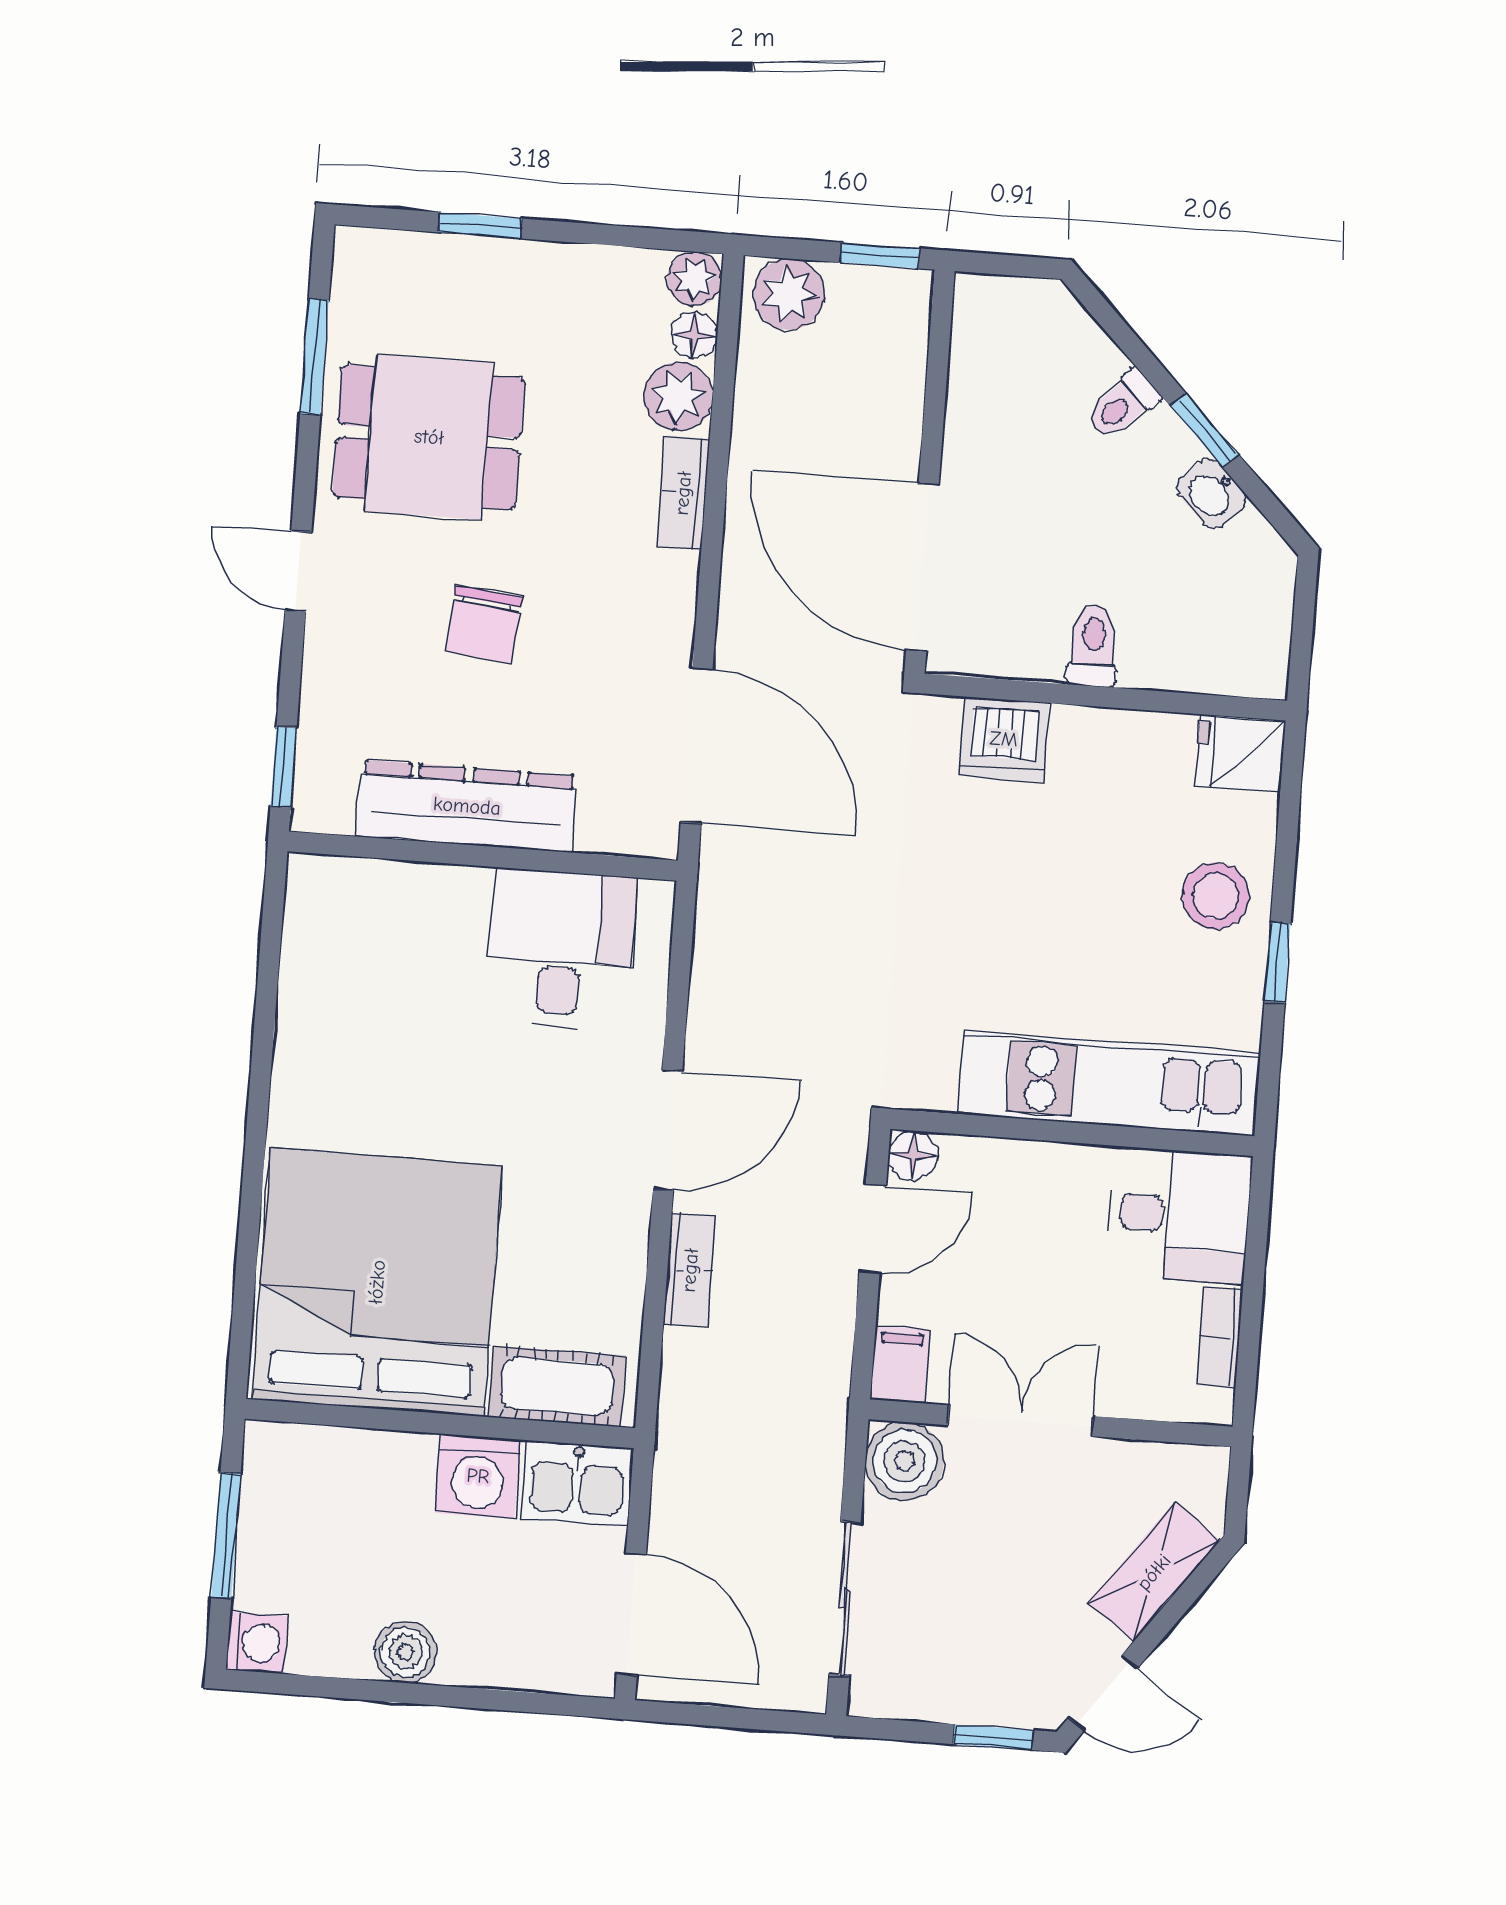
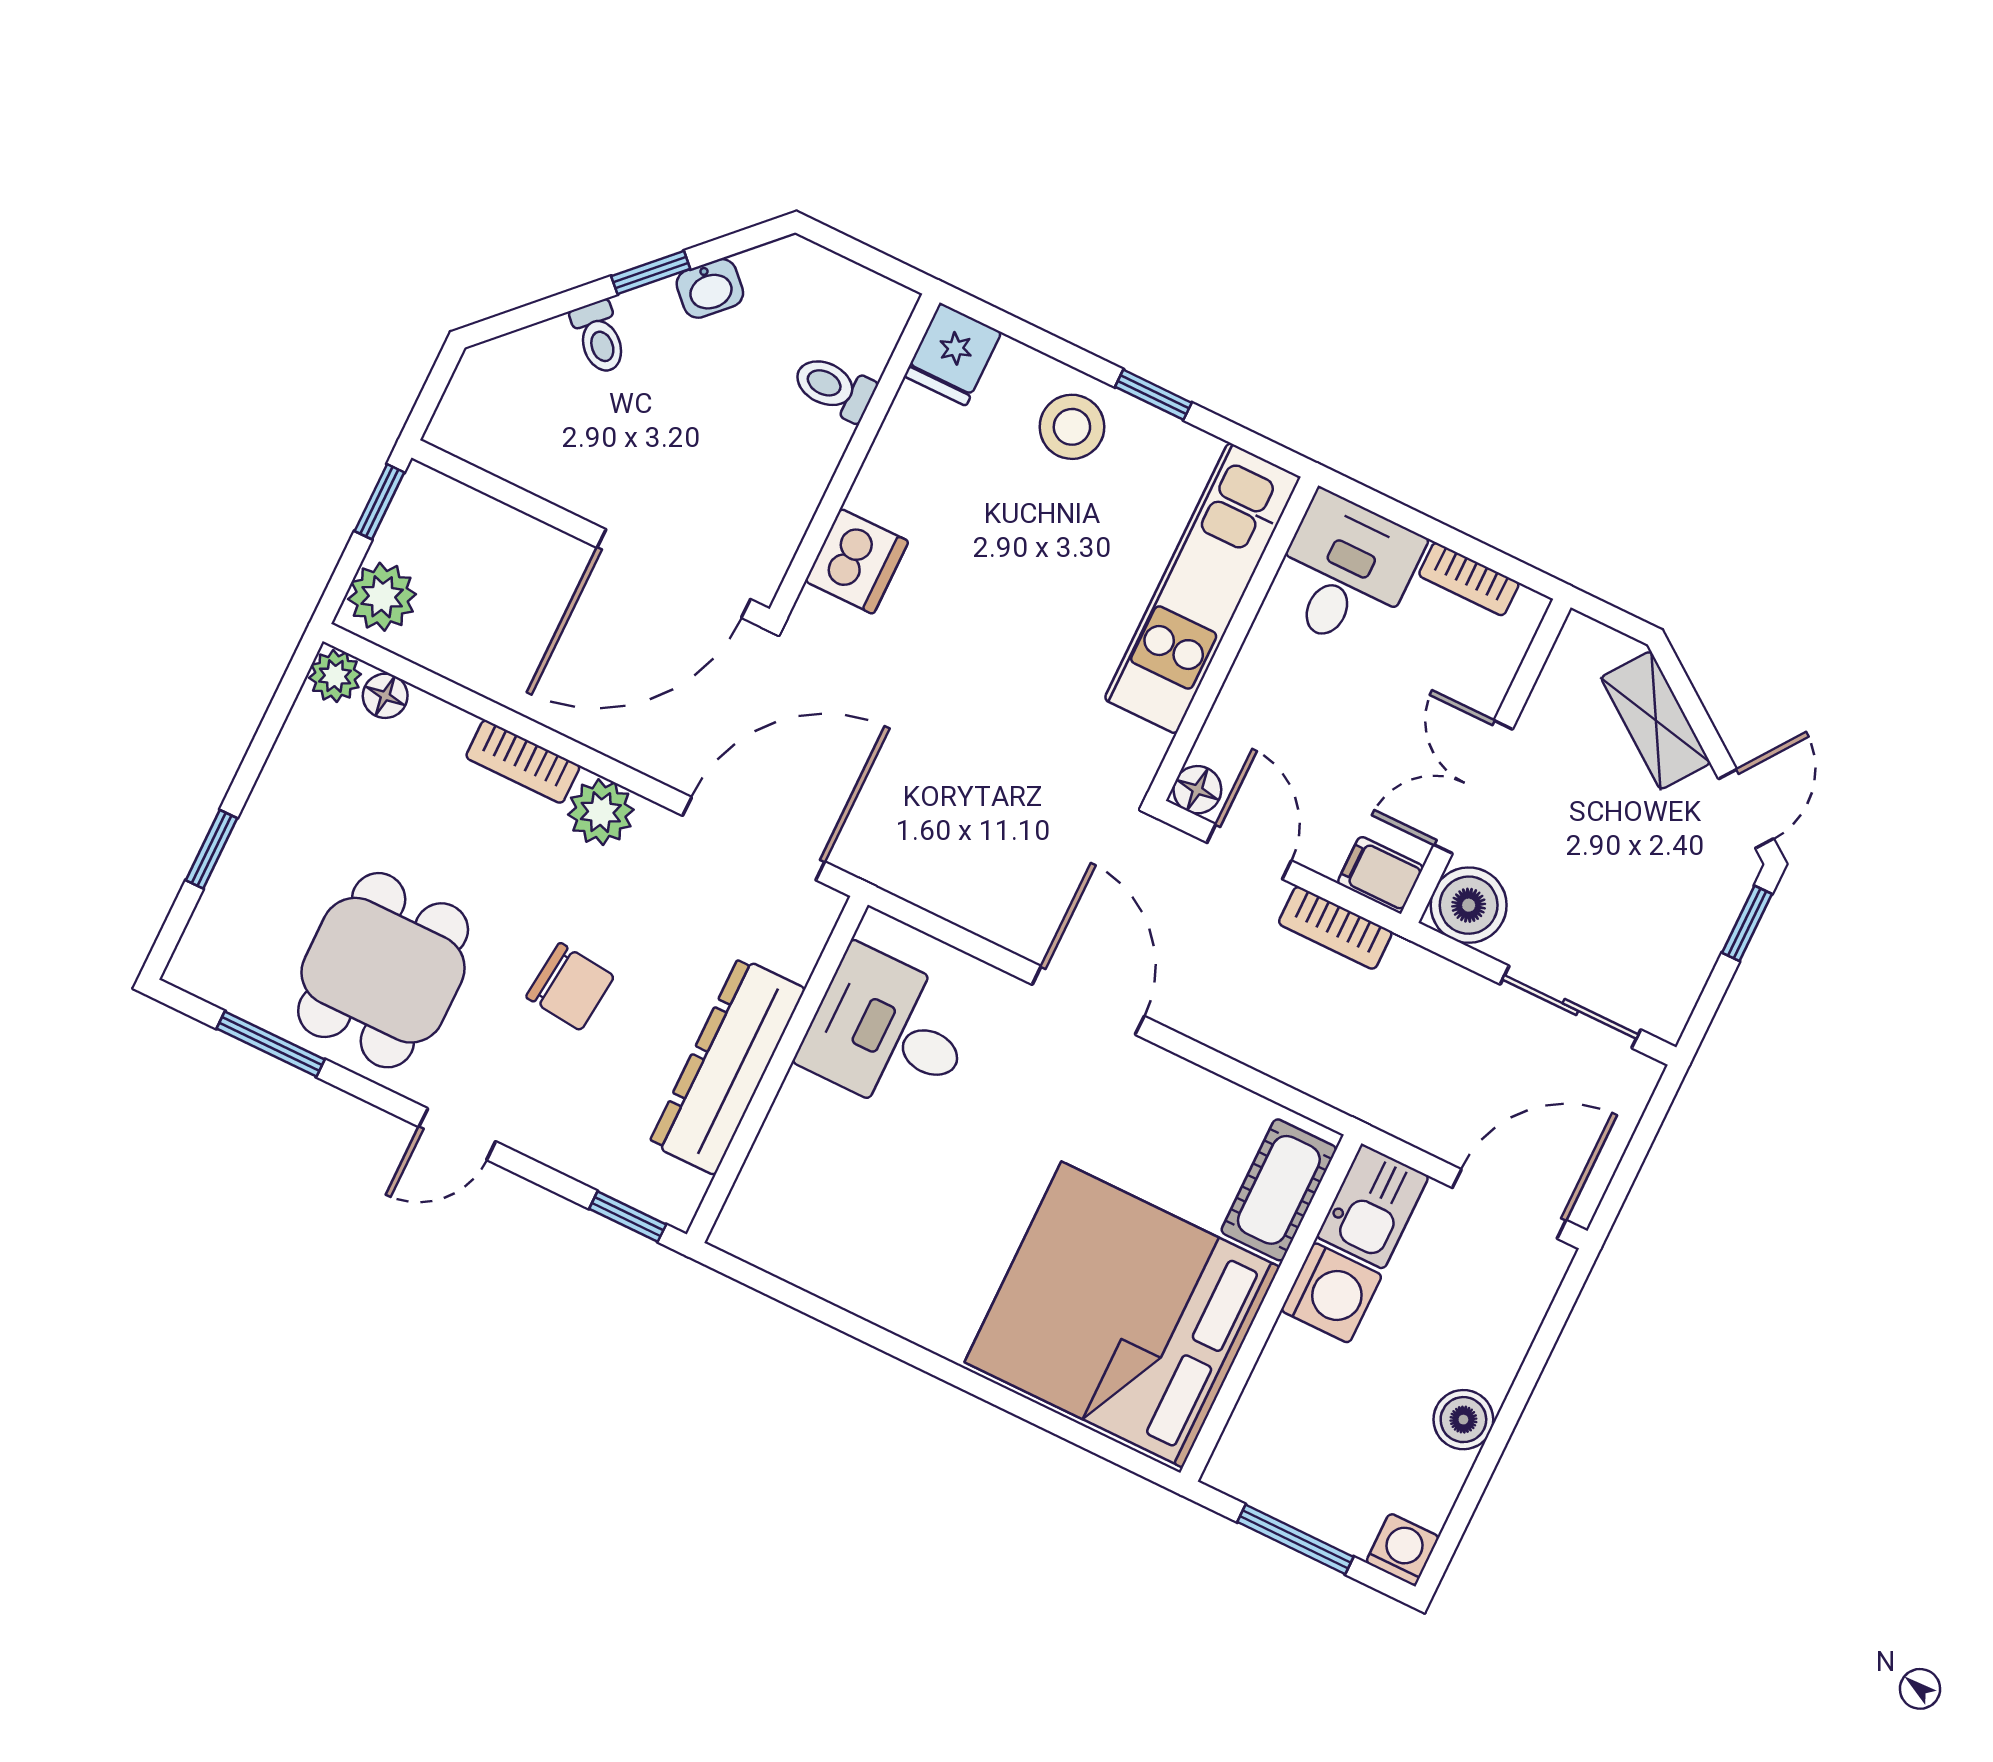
plant: (678, 397) -> (601, 812), moved
toilet: (1093, 646) -> (834, 388), moved
bookcase: (690, 1270) -> (1335, 928), moved, turned 180

